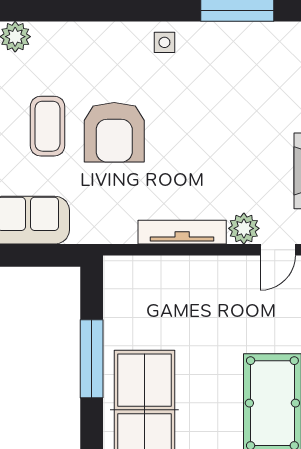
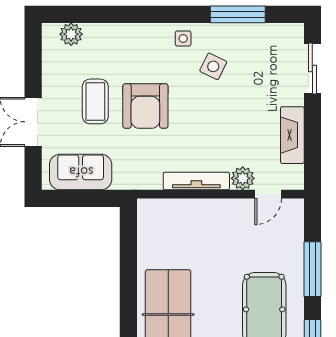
side table: (205, 79) -> (213, 66), added
window: (92, 359) -> (128, 276), removed

